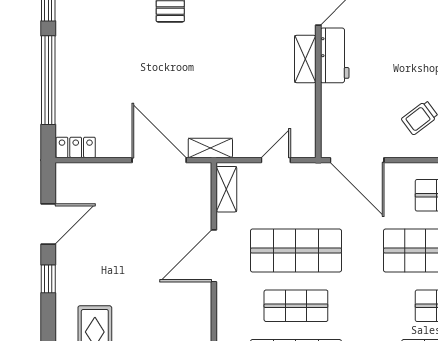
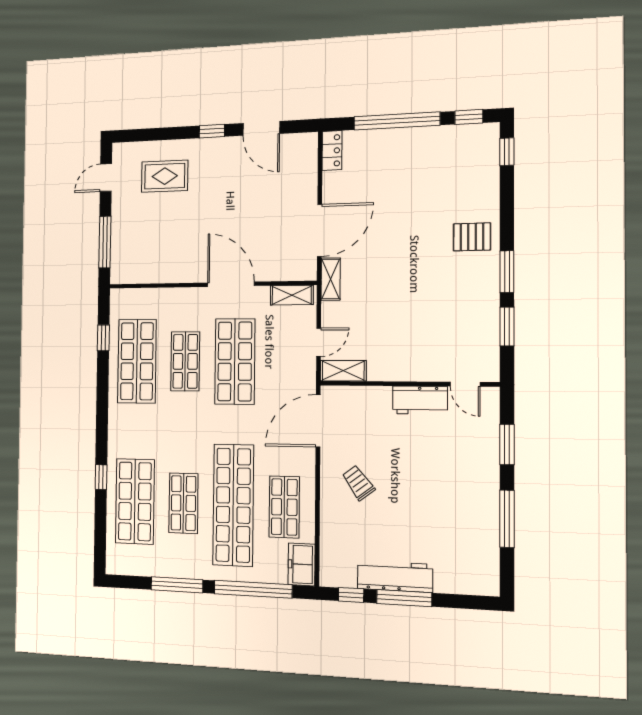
shelving: (305, 59) -> (343, 371), moved
door: (276, 160) -> (319, 342), hinge flipped

